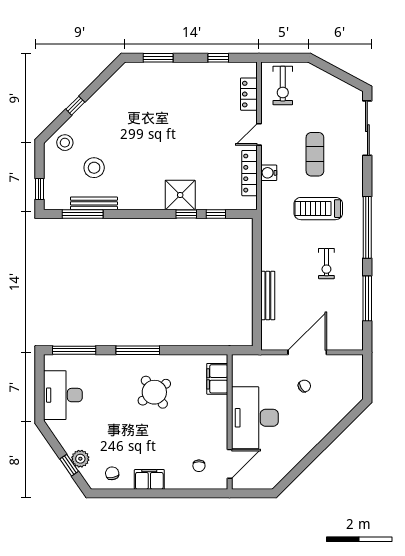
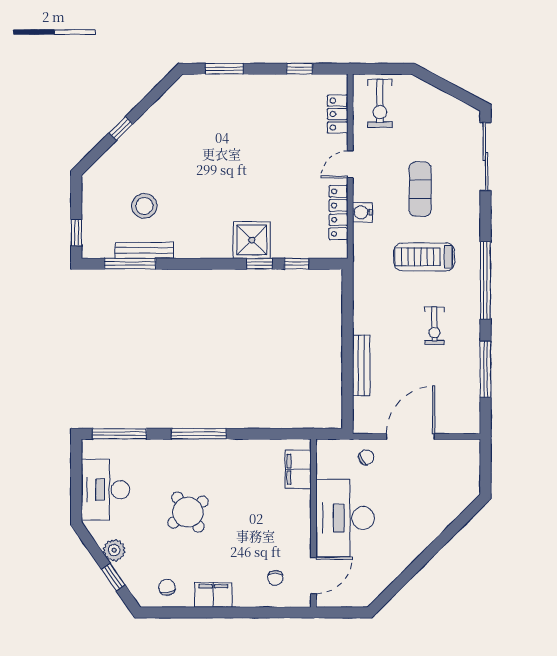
stool: (65, 143) -> (108, 175), removed
chair: (304, 386) -> (366, 457), moved
round table: (154, 392) -> (188, 512), moved
plant: (80, 459) -> (114, 550), moved

